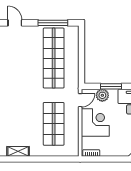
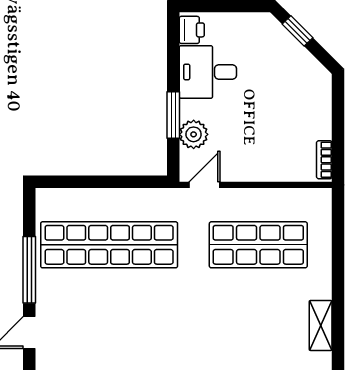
window: (53, 23) -> (29, 270), moved
door: (80, 100) -> (205, 185), hinge flipped
corner desk: (95, 123) -> (255, 150), removed

